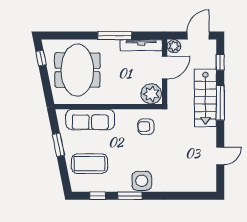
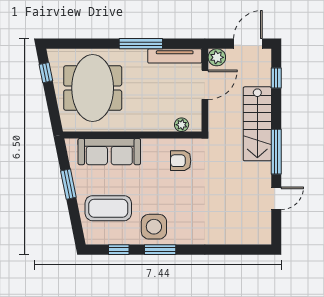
plant: (151, 94) -> (182, 125), width x0.53, depth x0.53
window: (220, 103) -> (276, 152), moved
side table: (142, 181) -> (154, 227), moved

